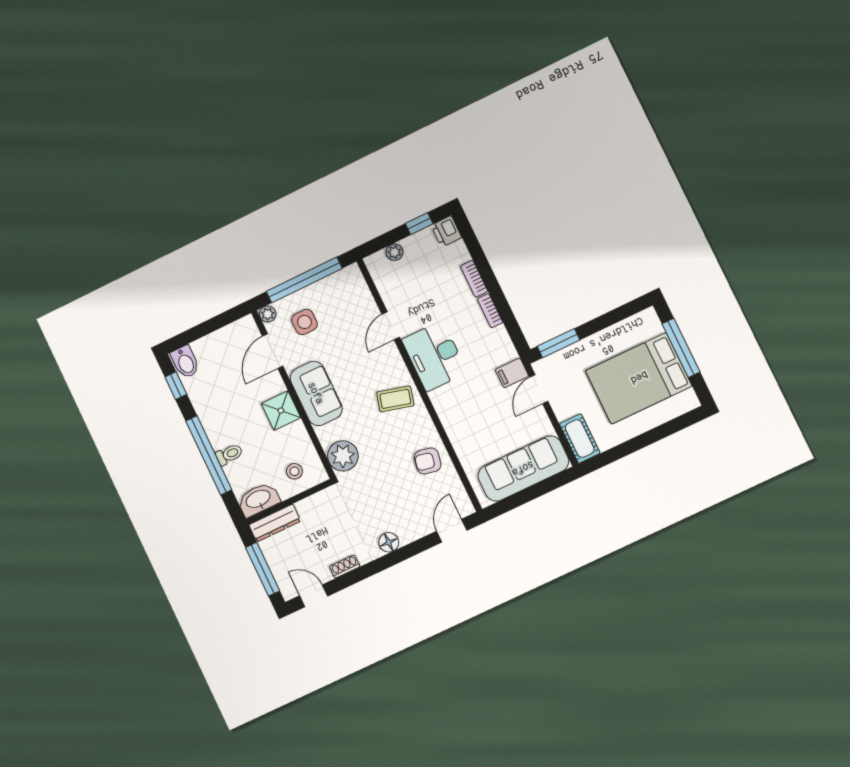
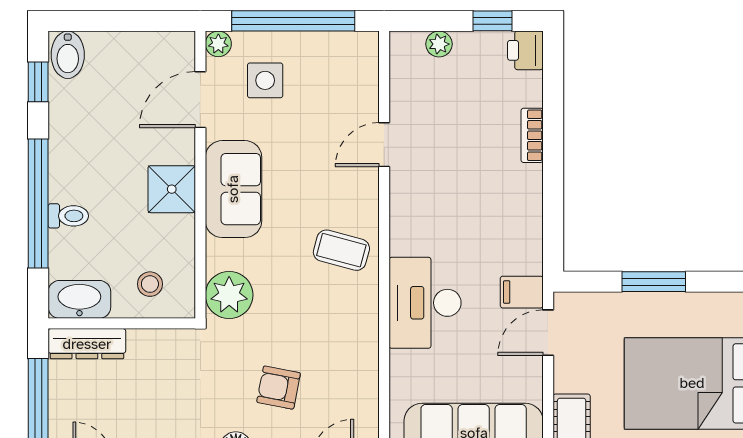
bookcase: (490, 311) -> (533, 191), removed
window: (558, 343) -> (654, 282), moved
desk: (434, 356) -> (425, 303), moved
armchair: (428, 461) -> (279, 388), moved

